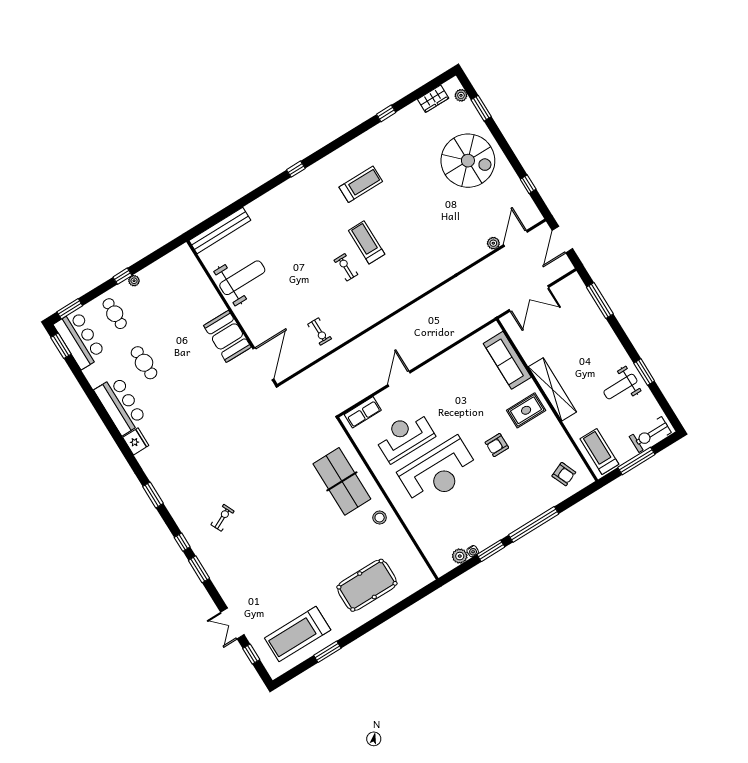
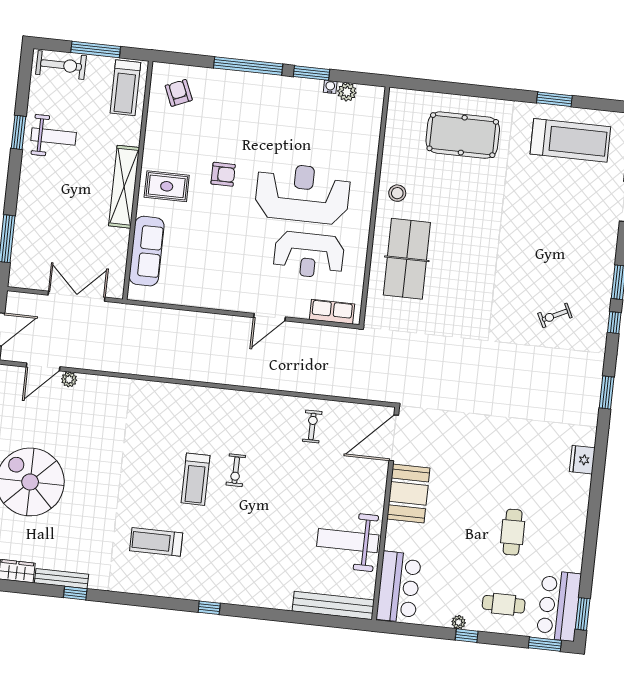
bench: (402, 116) -> (61, 579), added
cafe table: (115, 314) -> (504, 604), turned 90
bar counter: (120, 405) -> (399, 587), moved, turned 180

